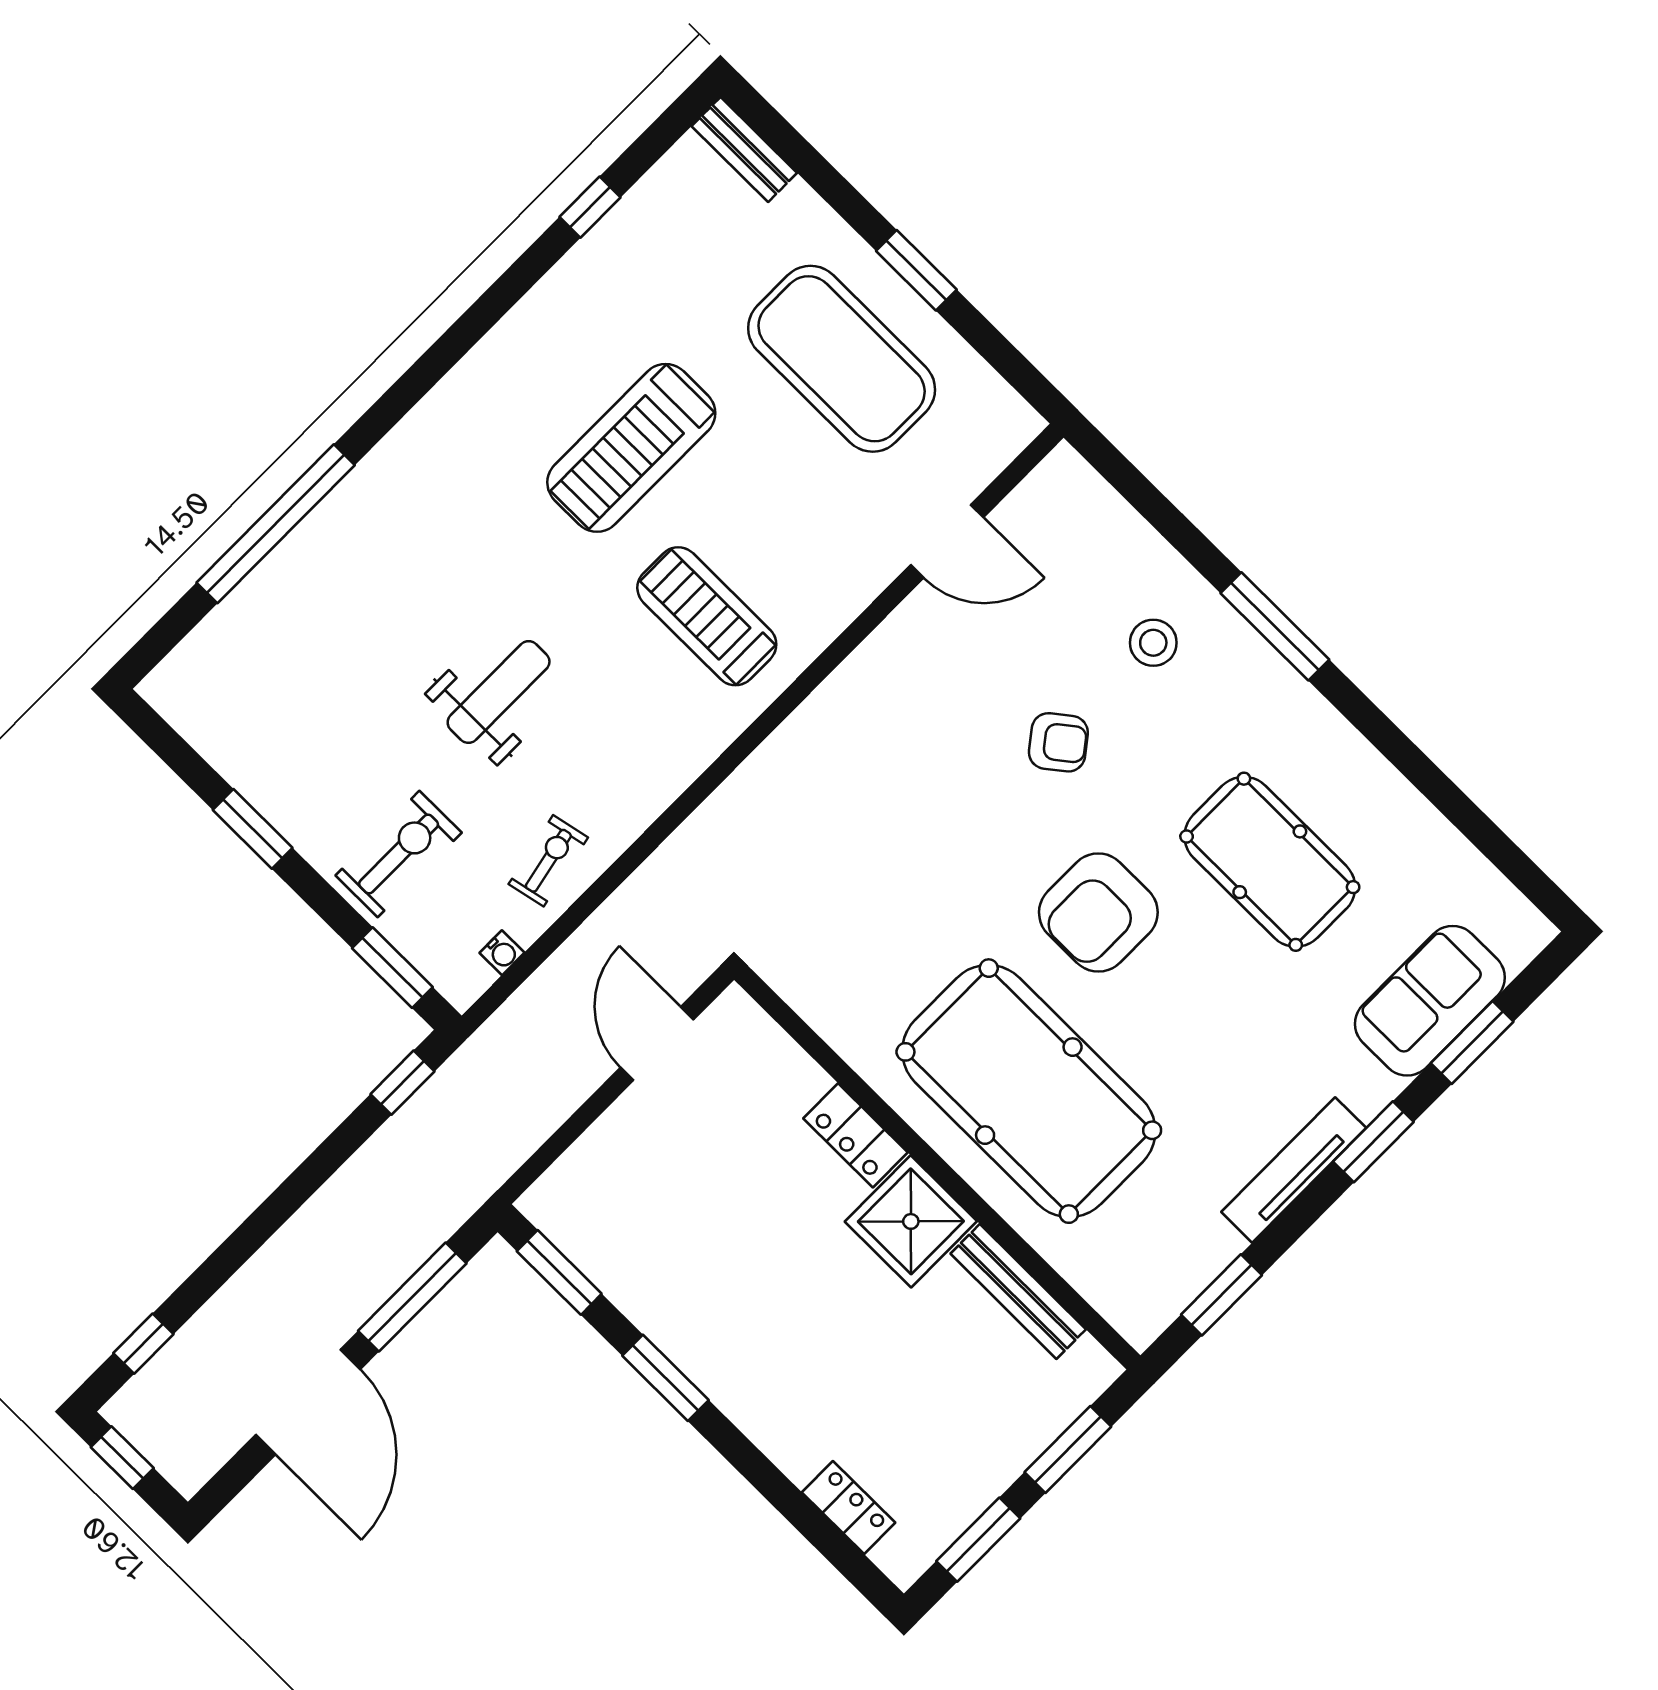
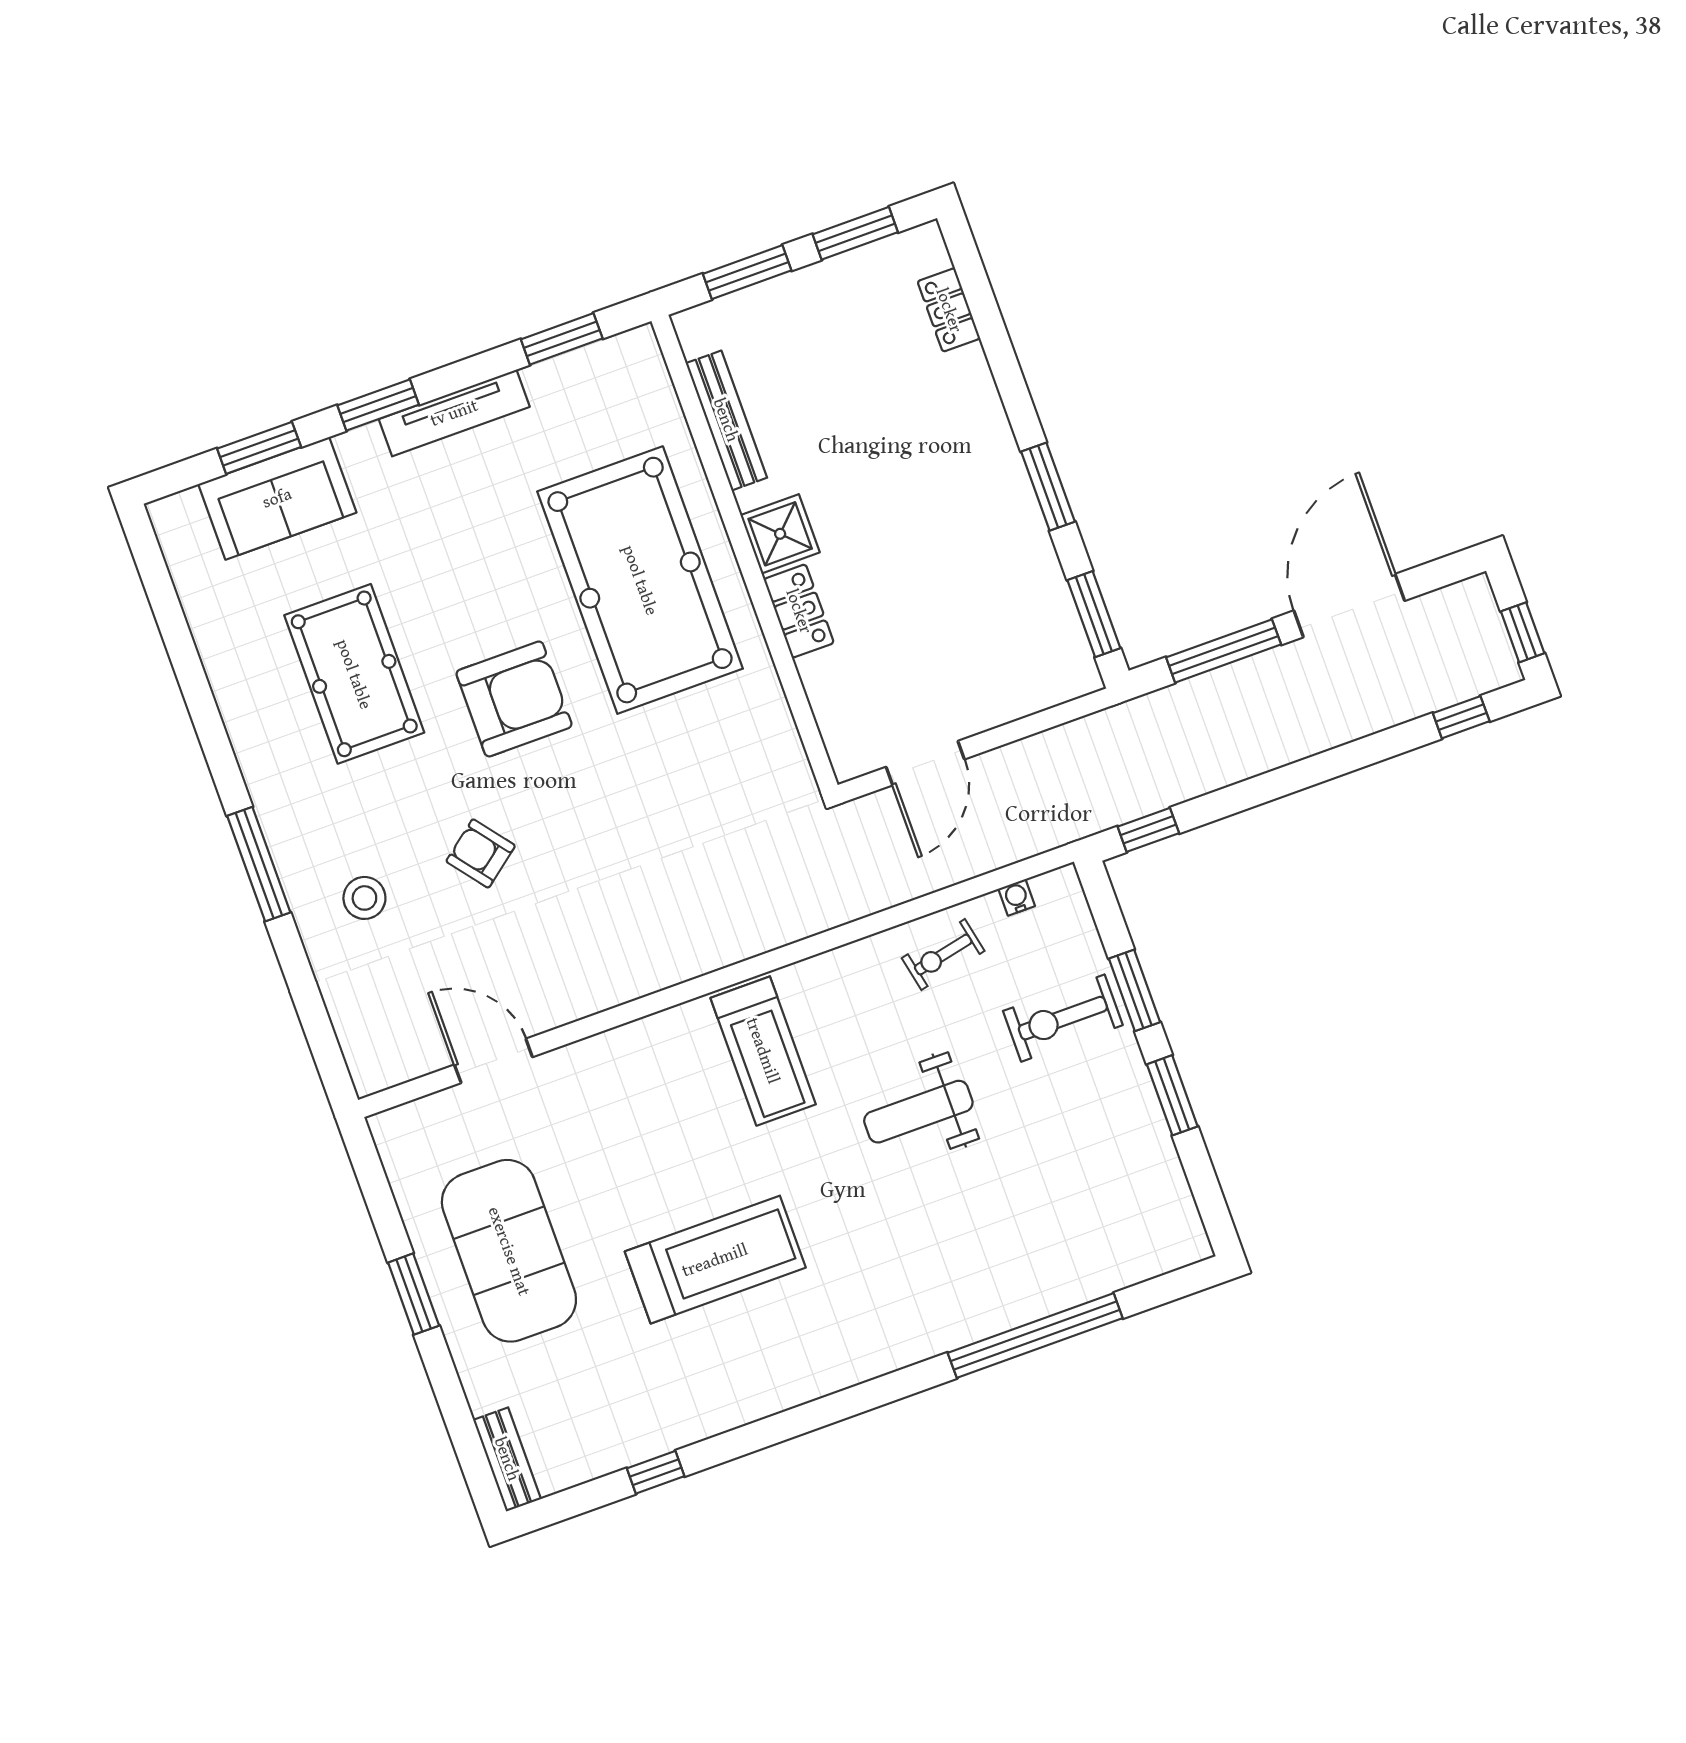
treadmill: (707, 616) -> (763, 1051), moved
window: (392, 968) -> (1134, 990), moved
shower: (911, 1221) -> (780, 534), width x0.73, depth x0.73

